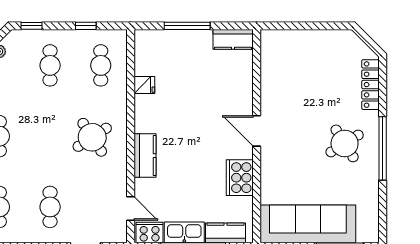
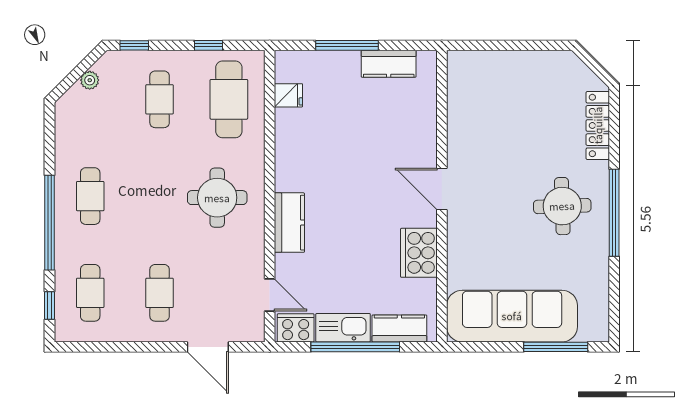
kitchen counter: (233, 39) -> (389, 64), moved
cafe table: (101, 65) -> (229, 99), width x1.37, depth x1.35
fridge: (144, 85) -> (288, 95), moved
round table: (92, 137) -> (217, 198), turned 33
round table: (345, 143) -> (562, 206), turned 30

